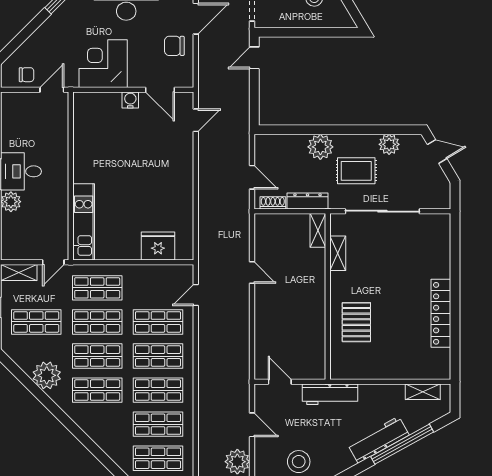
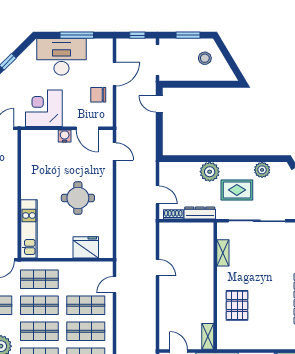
door: (254, 58) -> (159, 104), hinge flipped
door: (196, 120) -> (114, 151), hinge flipped
round table: (148, 181) -> (78, 198), added
shelving: (318, 230) -> (208, 336), moved

